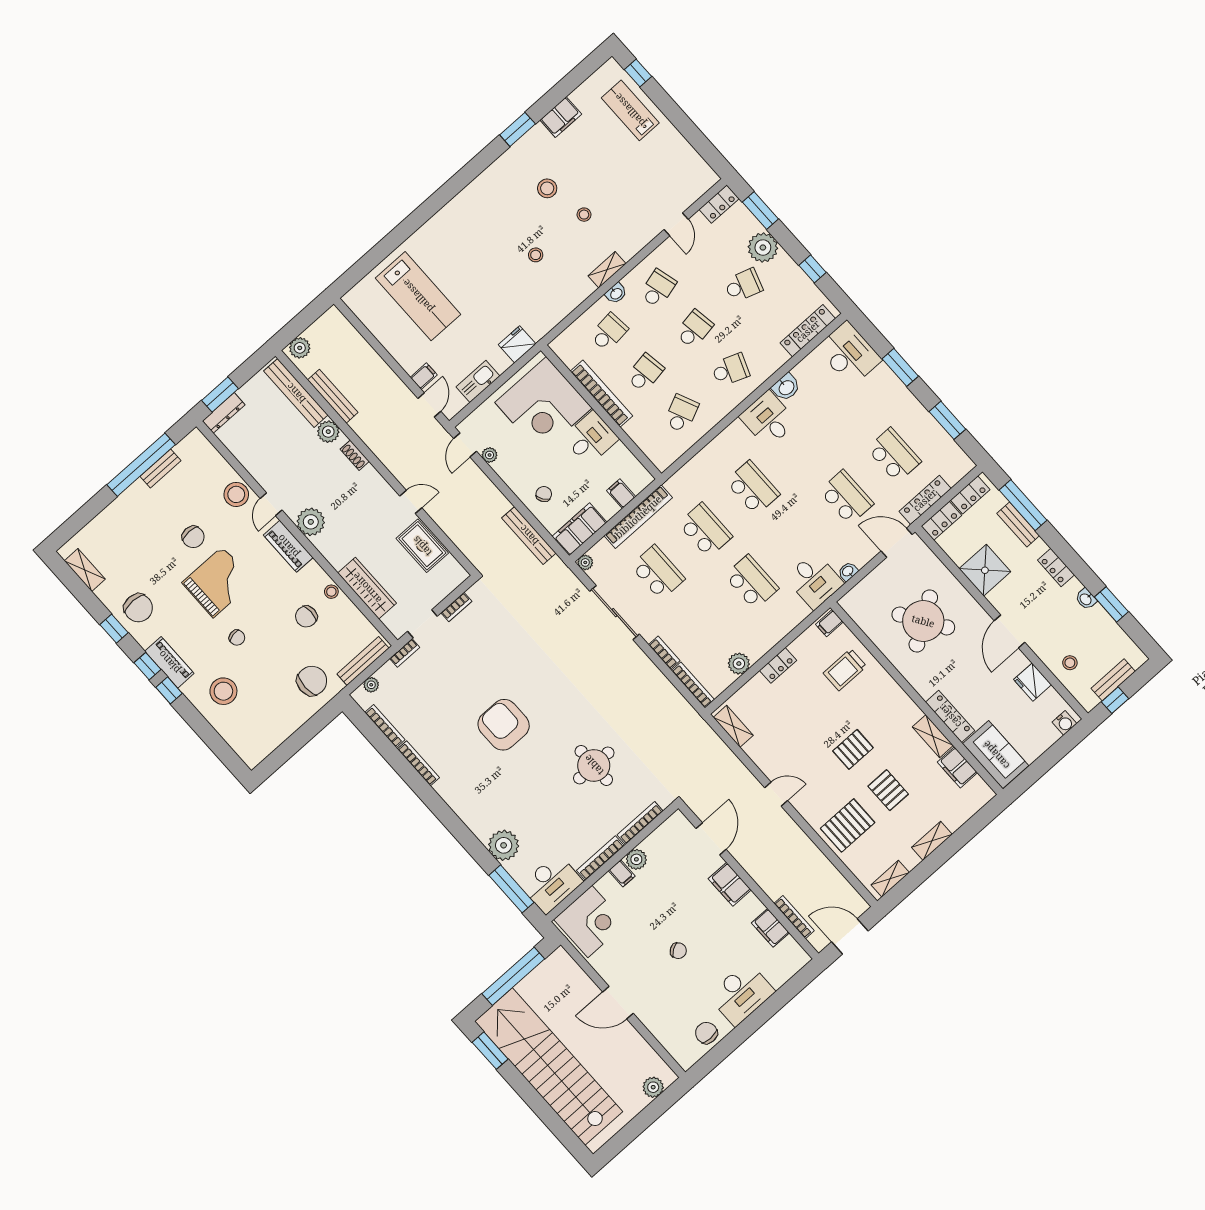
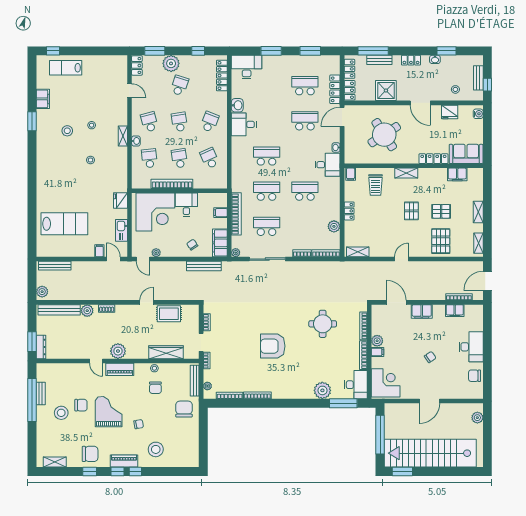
bench: (333, 396) -> (55, 266), moved
stool: (236, 494) -> (61, 413), moved
shelving: (933, 736) -> (406, 173), moved

